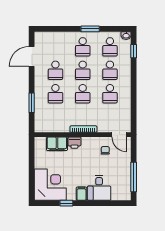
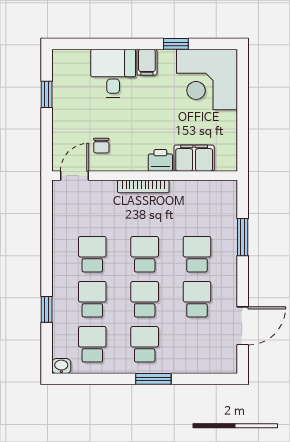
window: (90, 29) -> (153, 379), moved
window: (134, 51) -> (47, 309), moved
door: (119, 135) -> (75, 176), hinge flipped
window: (134, 177) -> (47, 94), width x0.46

